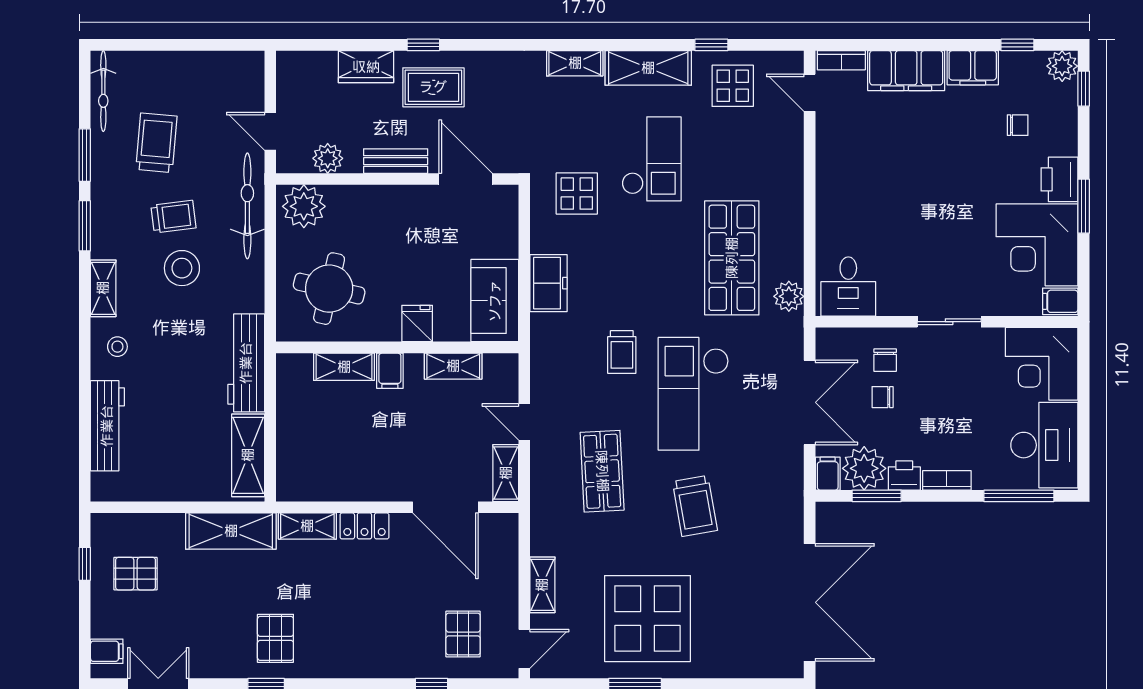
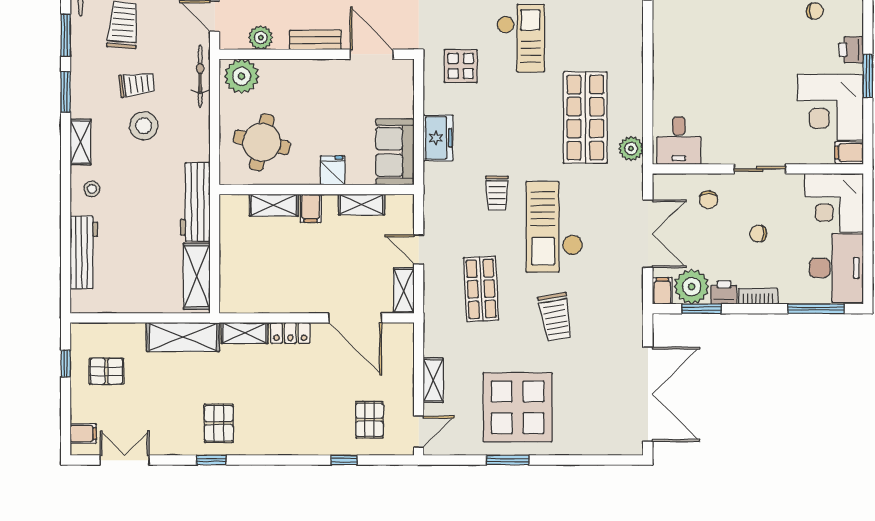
printer: (1059, 179) -> (851, 50), width x0.73, depth x0.81
bicycle: (247, 206) -> (200, 76), width x0.73, depth x0.71
chair: (883, 397) -> (758, 234), moved

